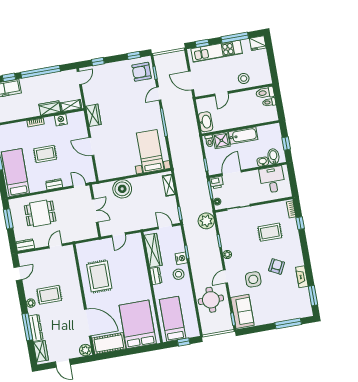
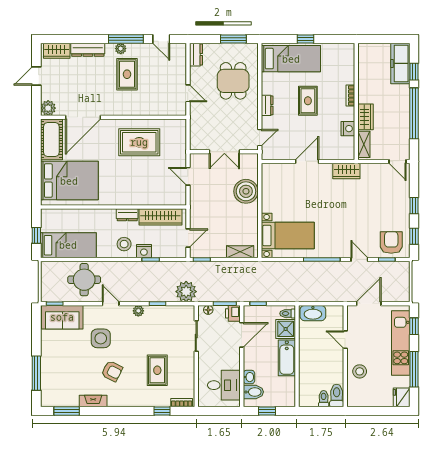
window: (98, 62) -> (414, 206), moved
door: (232, 173) -> (242, 335), hinge flipped
bed: (173, 319) -> (68, 245), moved
window: (27, 327) -> (126, 39), moved

